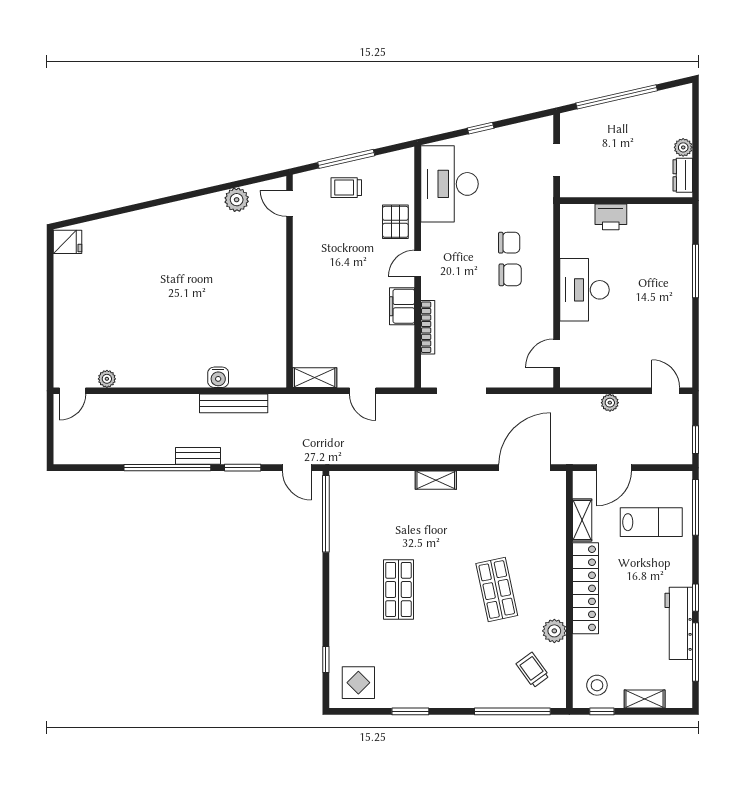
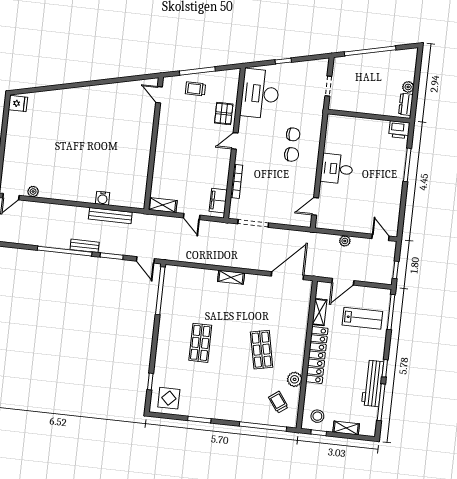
plant: (237, 200) -> (126, 89), removed
printer: (611, 217) -> (399, 130), moved
desk: (584, 290) -> (337, 169), width x0.73
filing cabinet: (402, 306) -> (218, 201), moved

